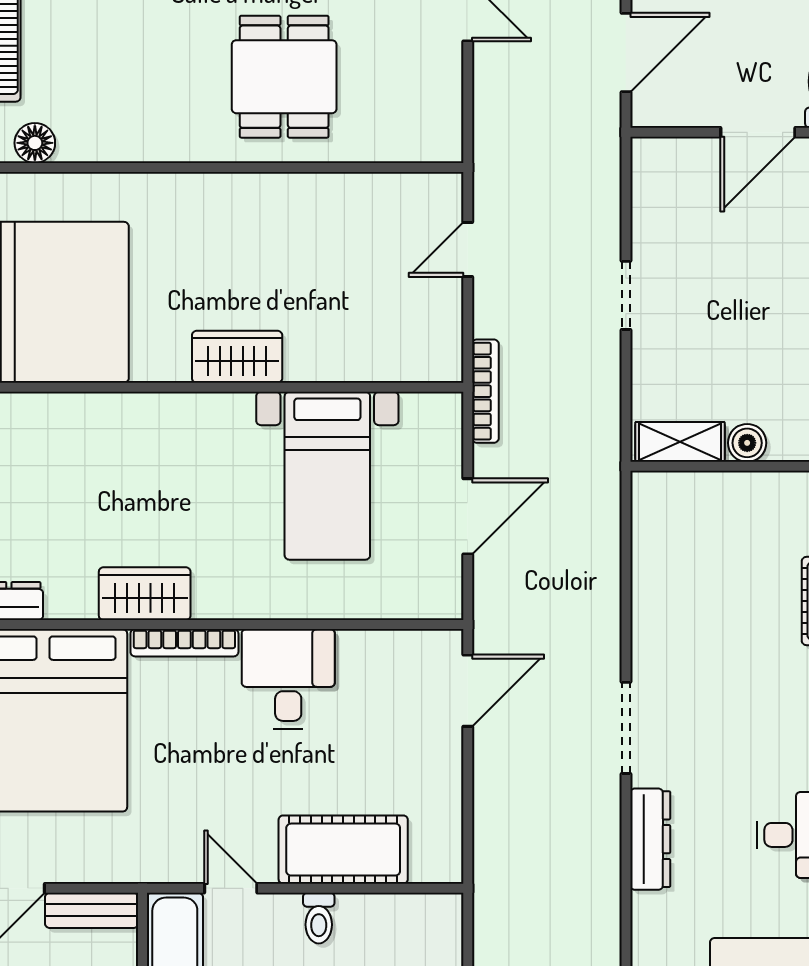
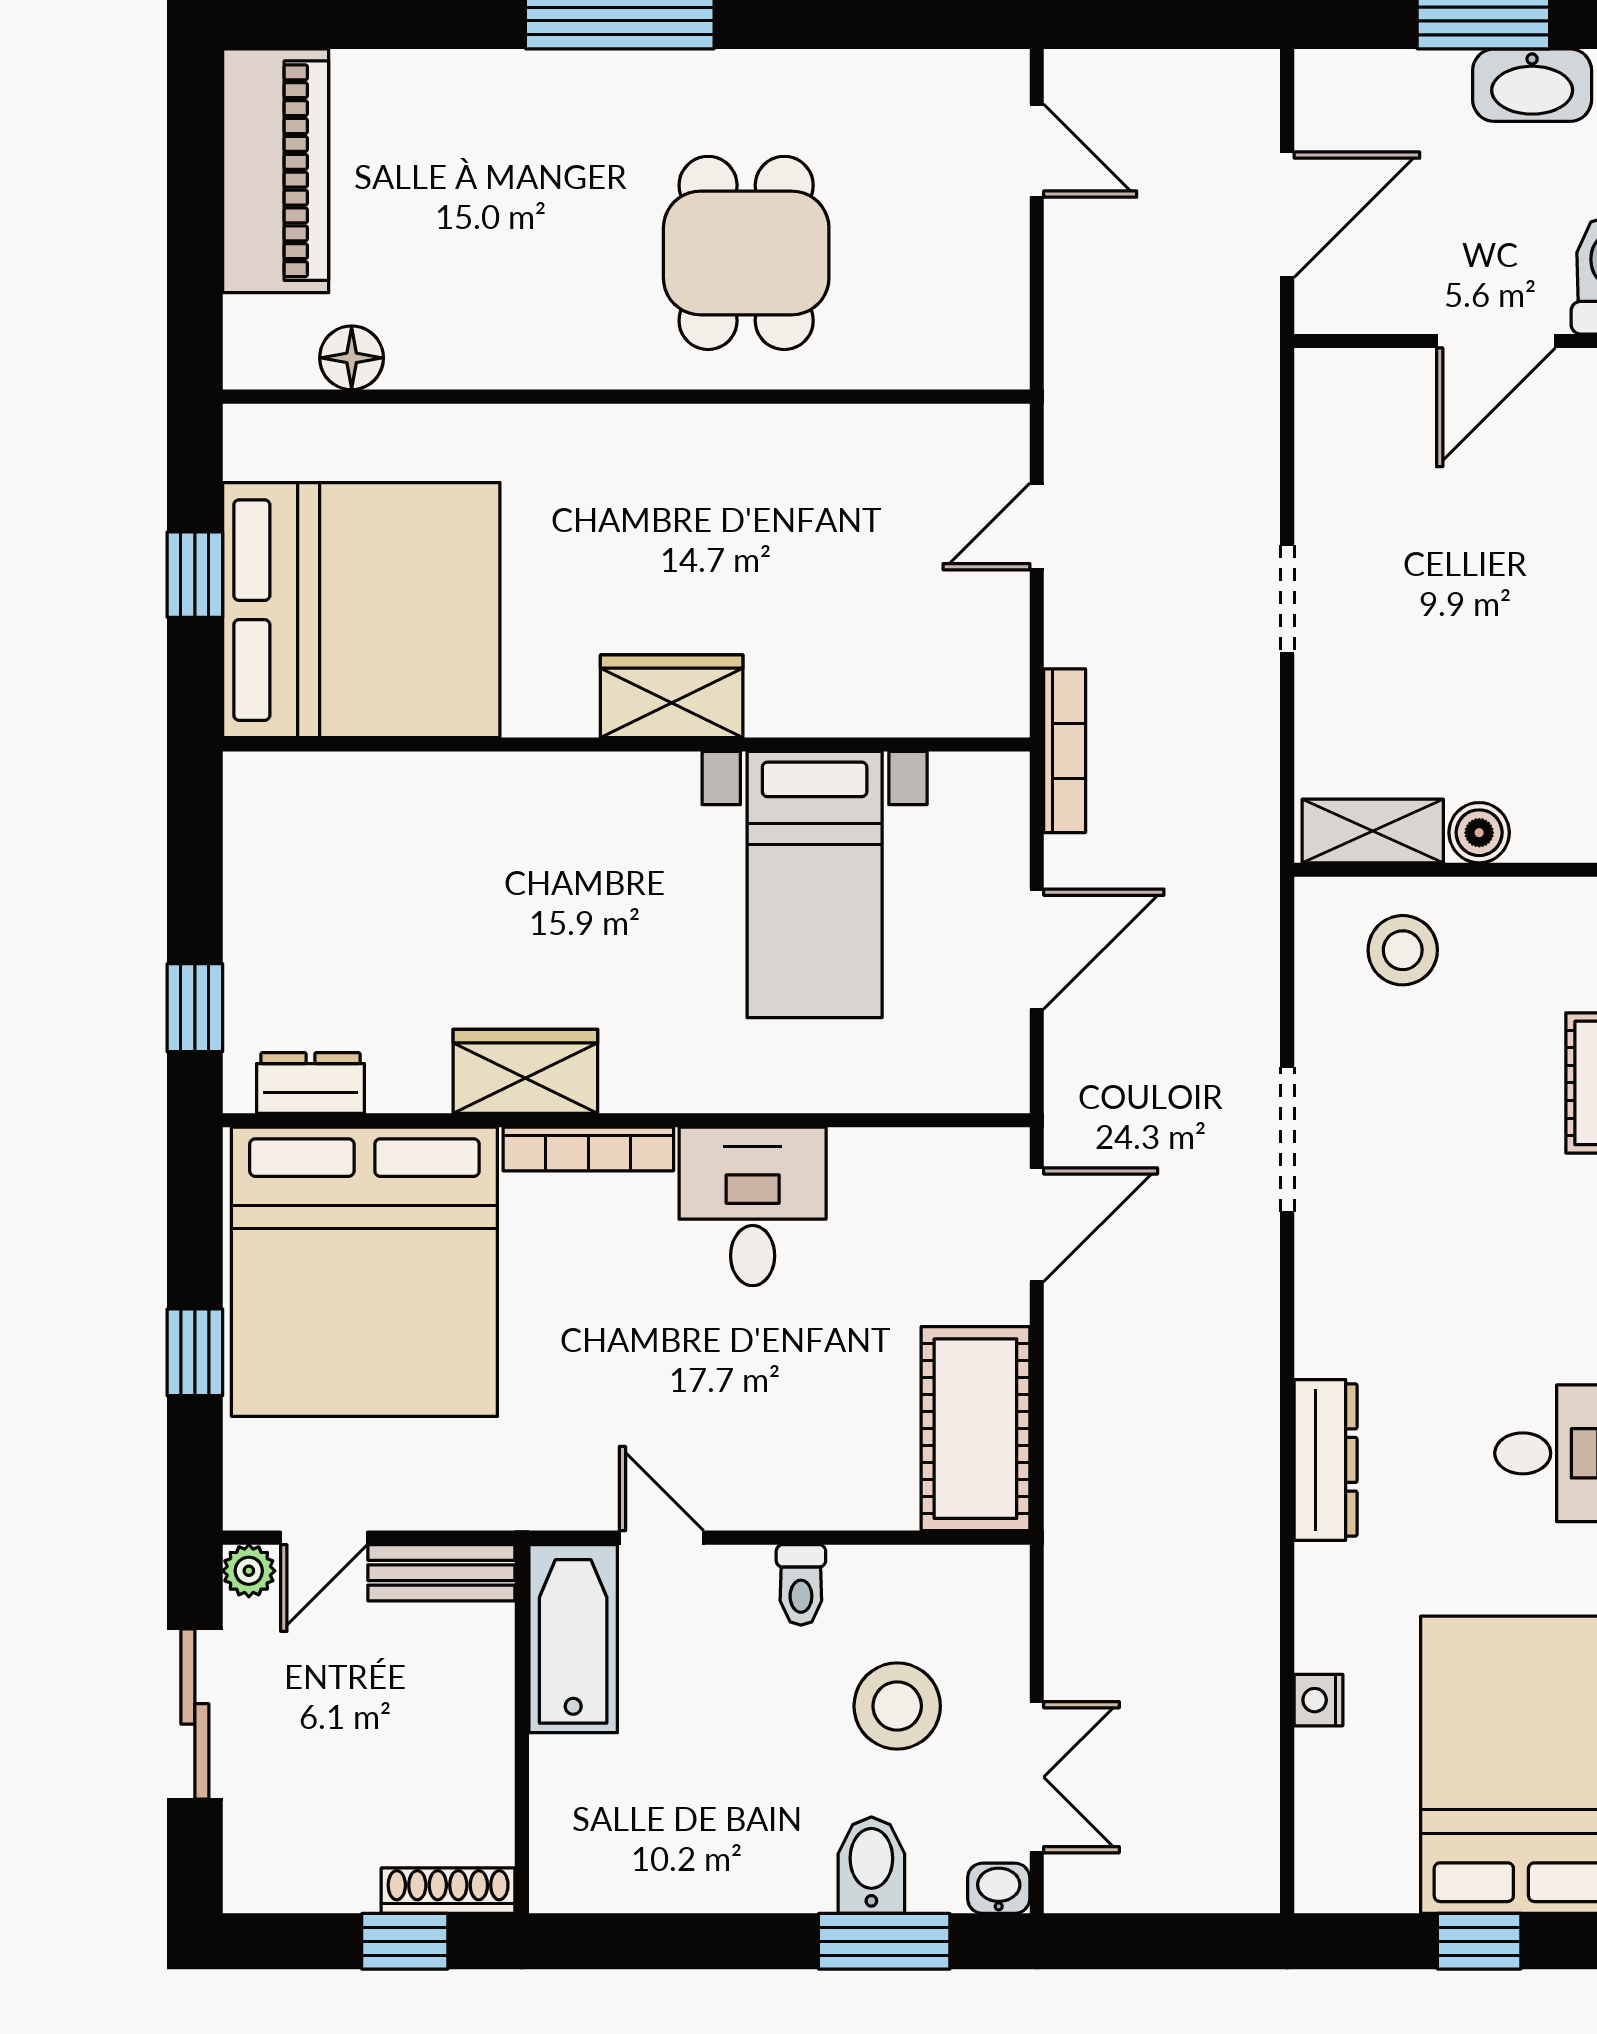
stool: (699, 517) -> (1403, 950), added
doorway: (626, 728) -> (1287, 1140), moved
cot: (343, 850) -> (975, 1429), moved, turned 90

